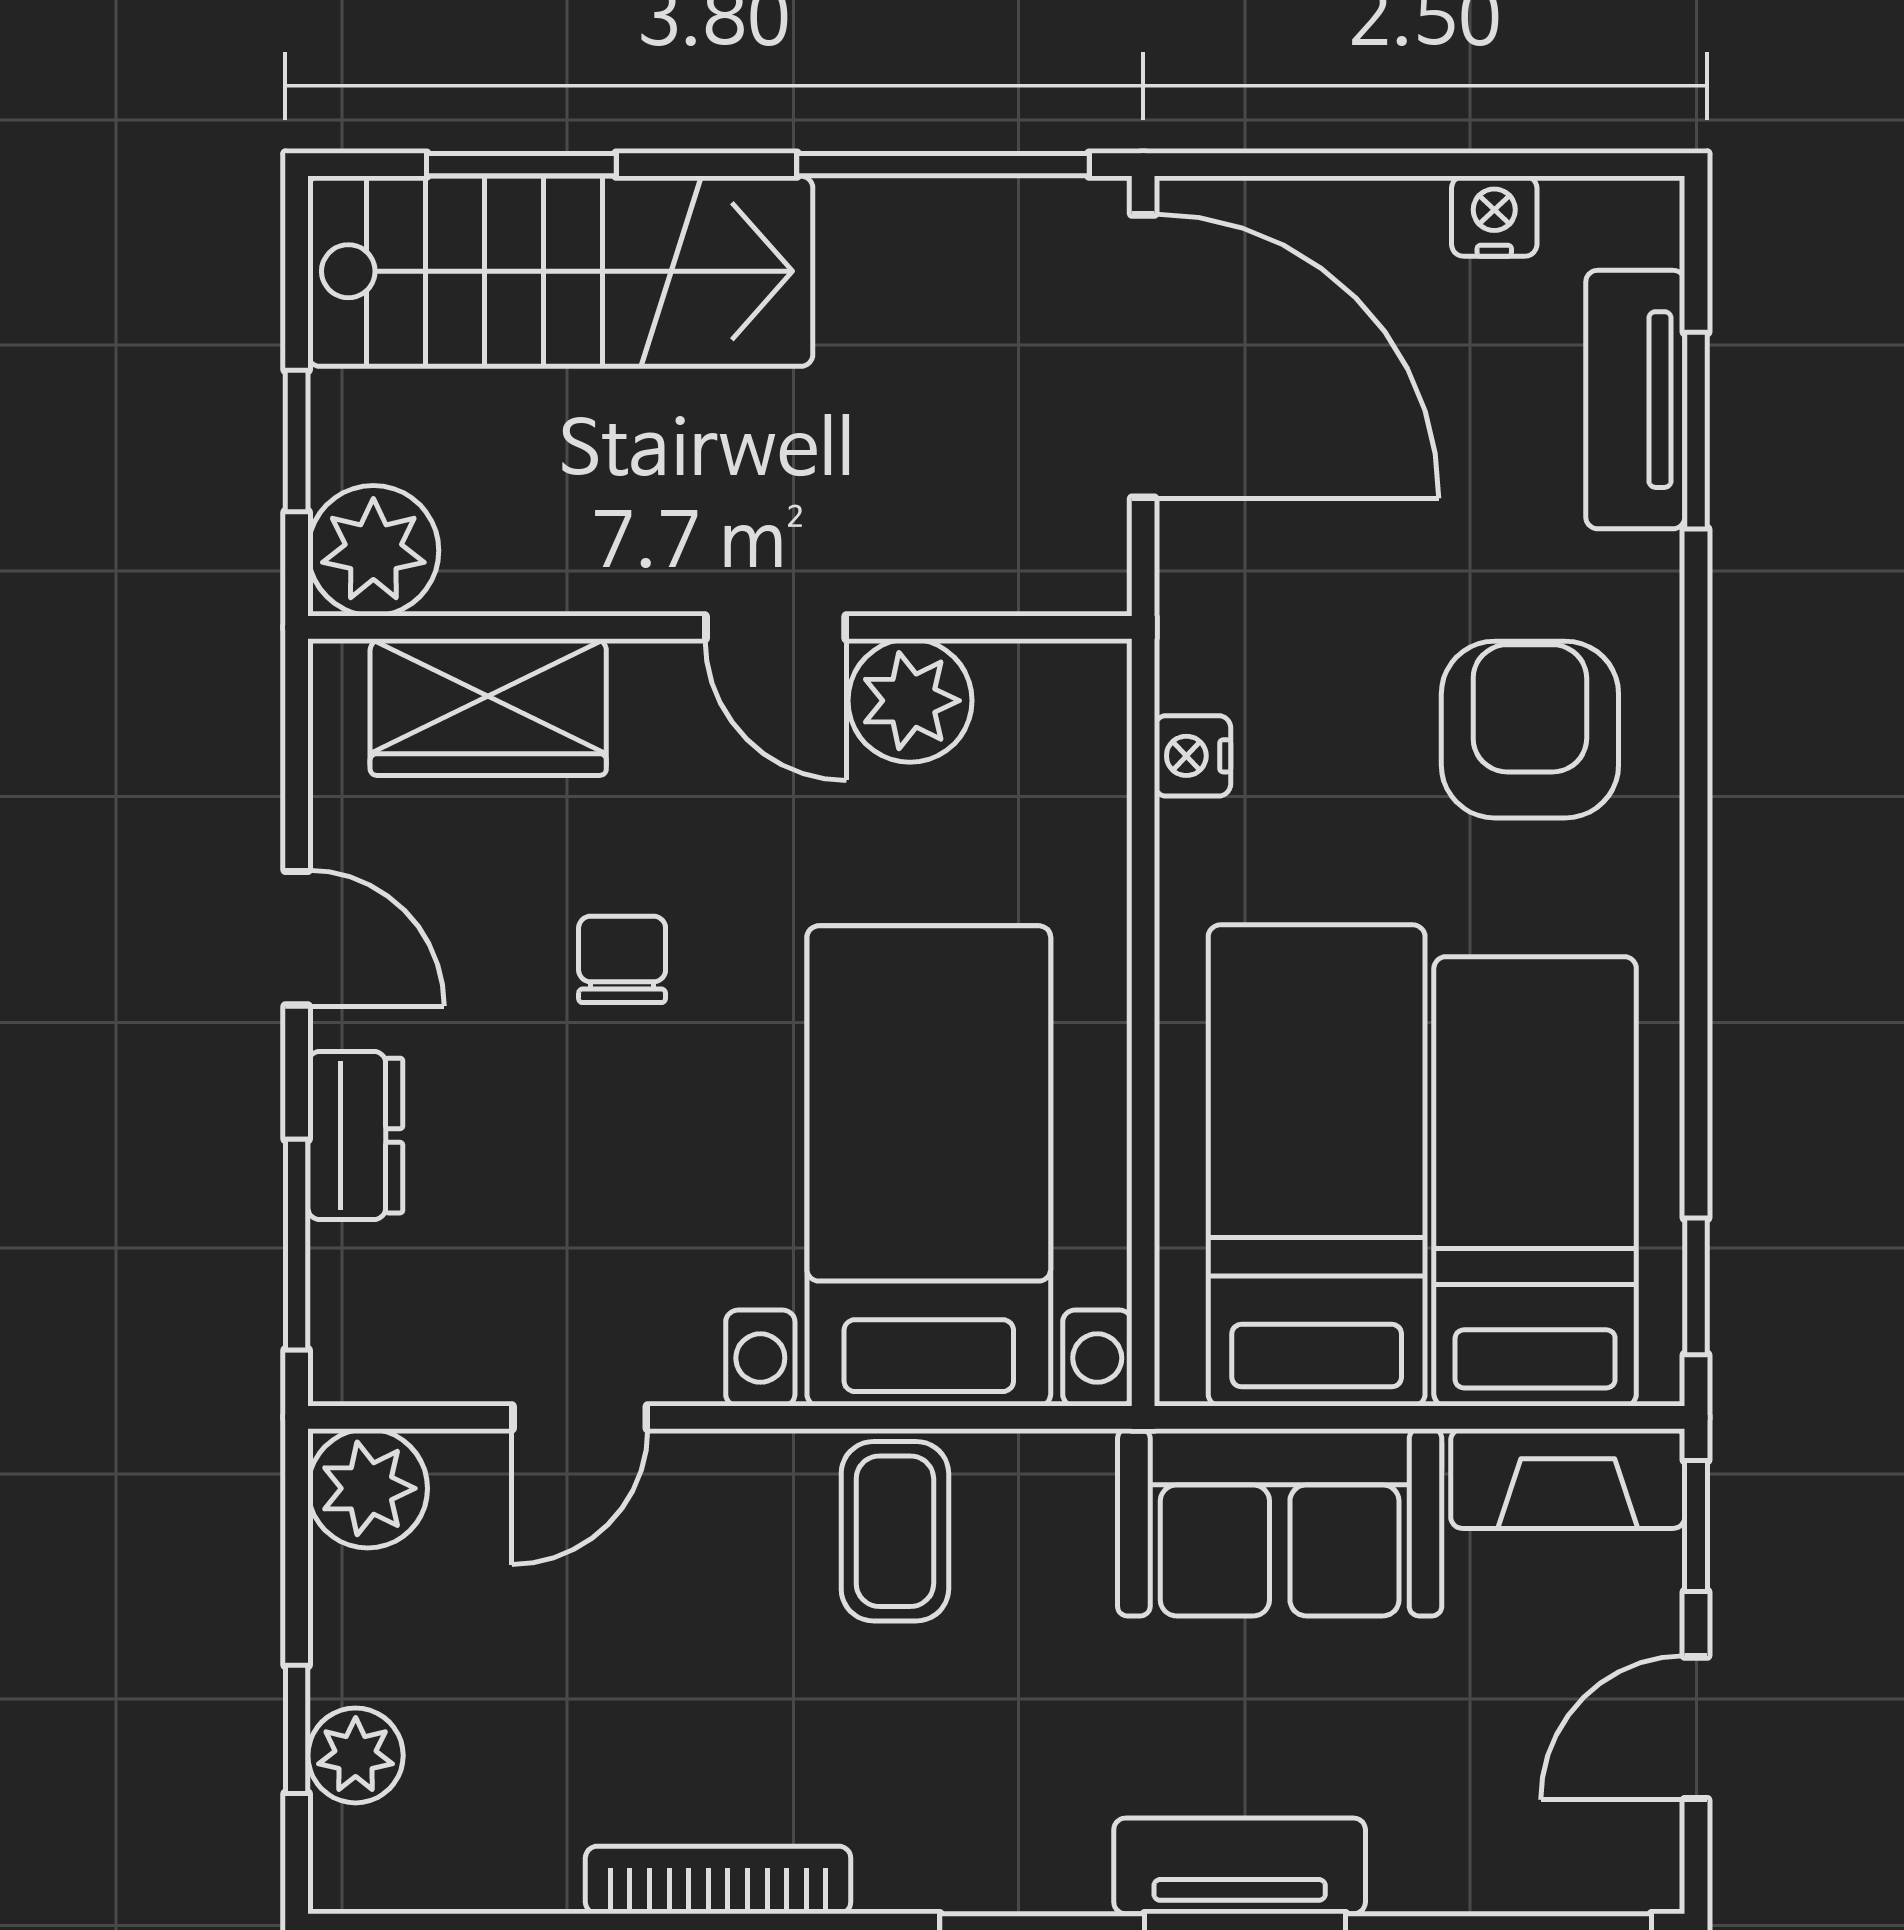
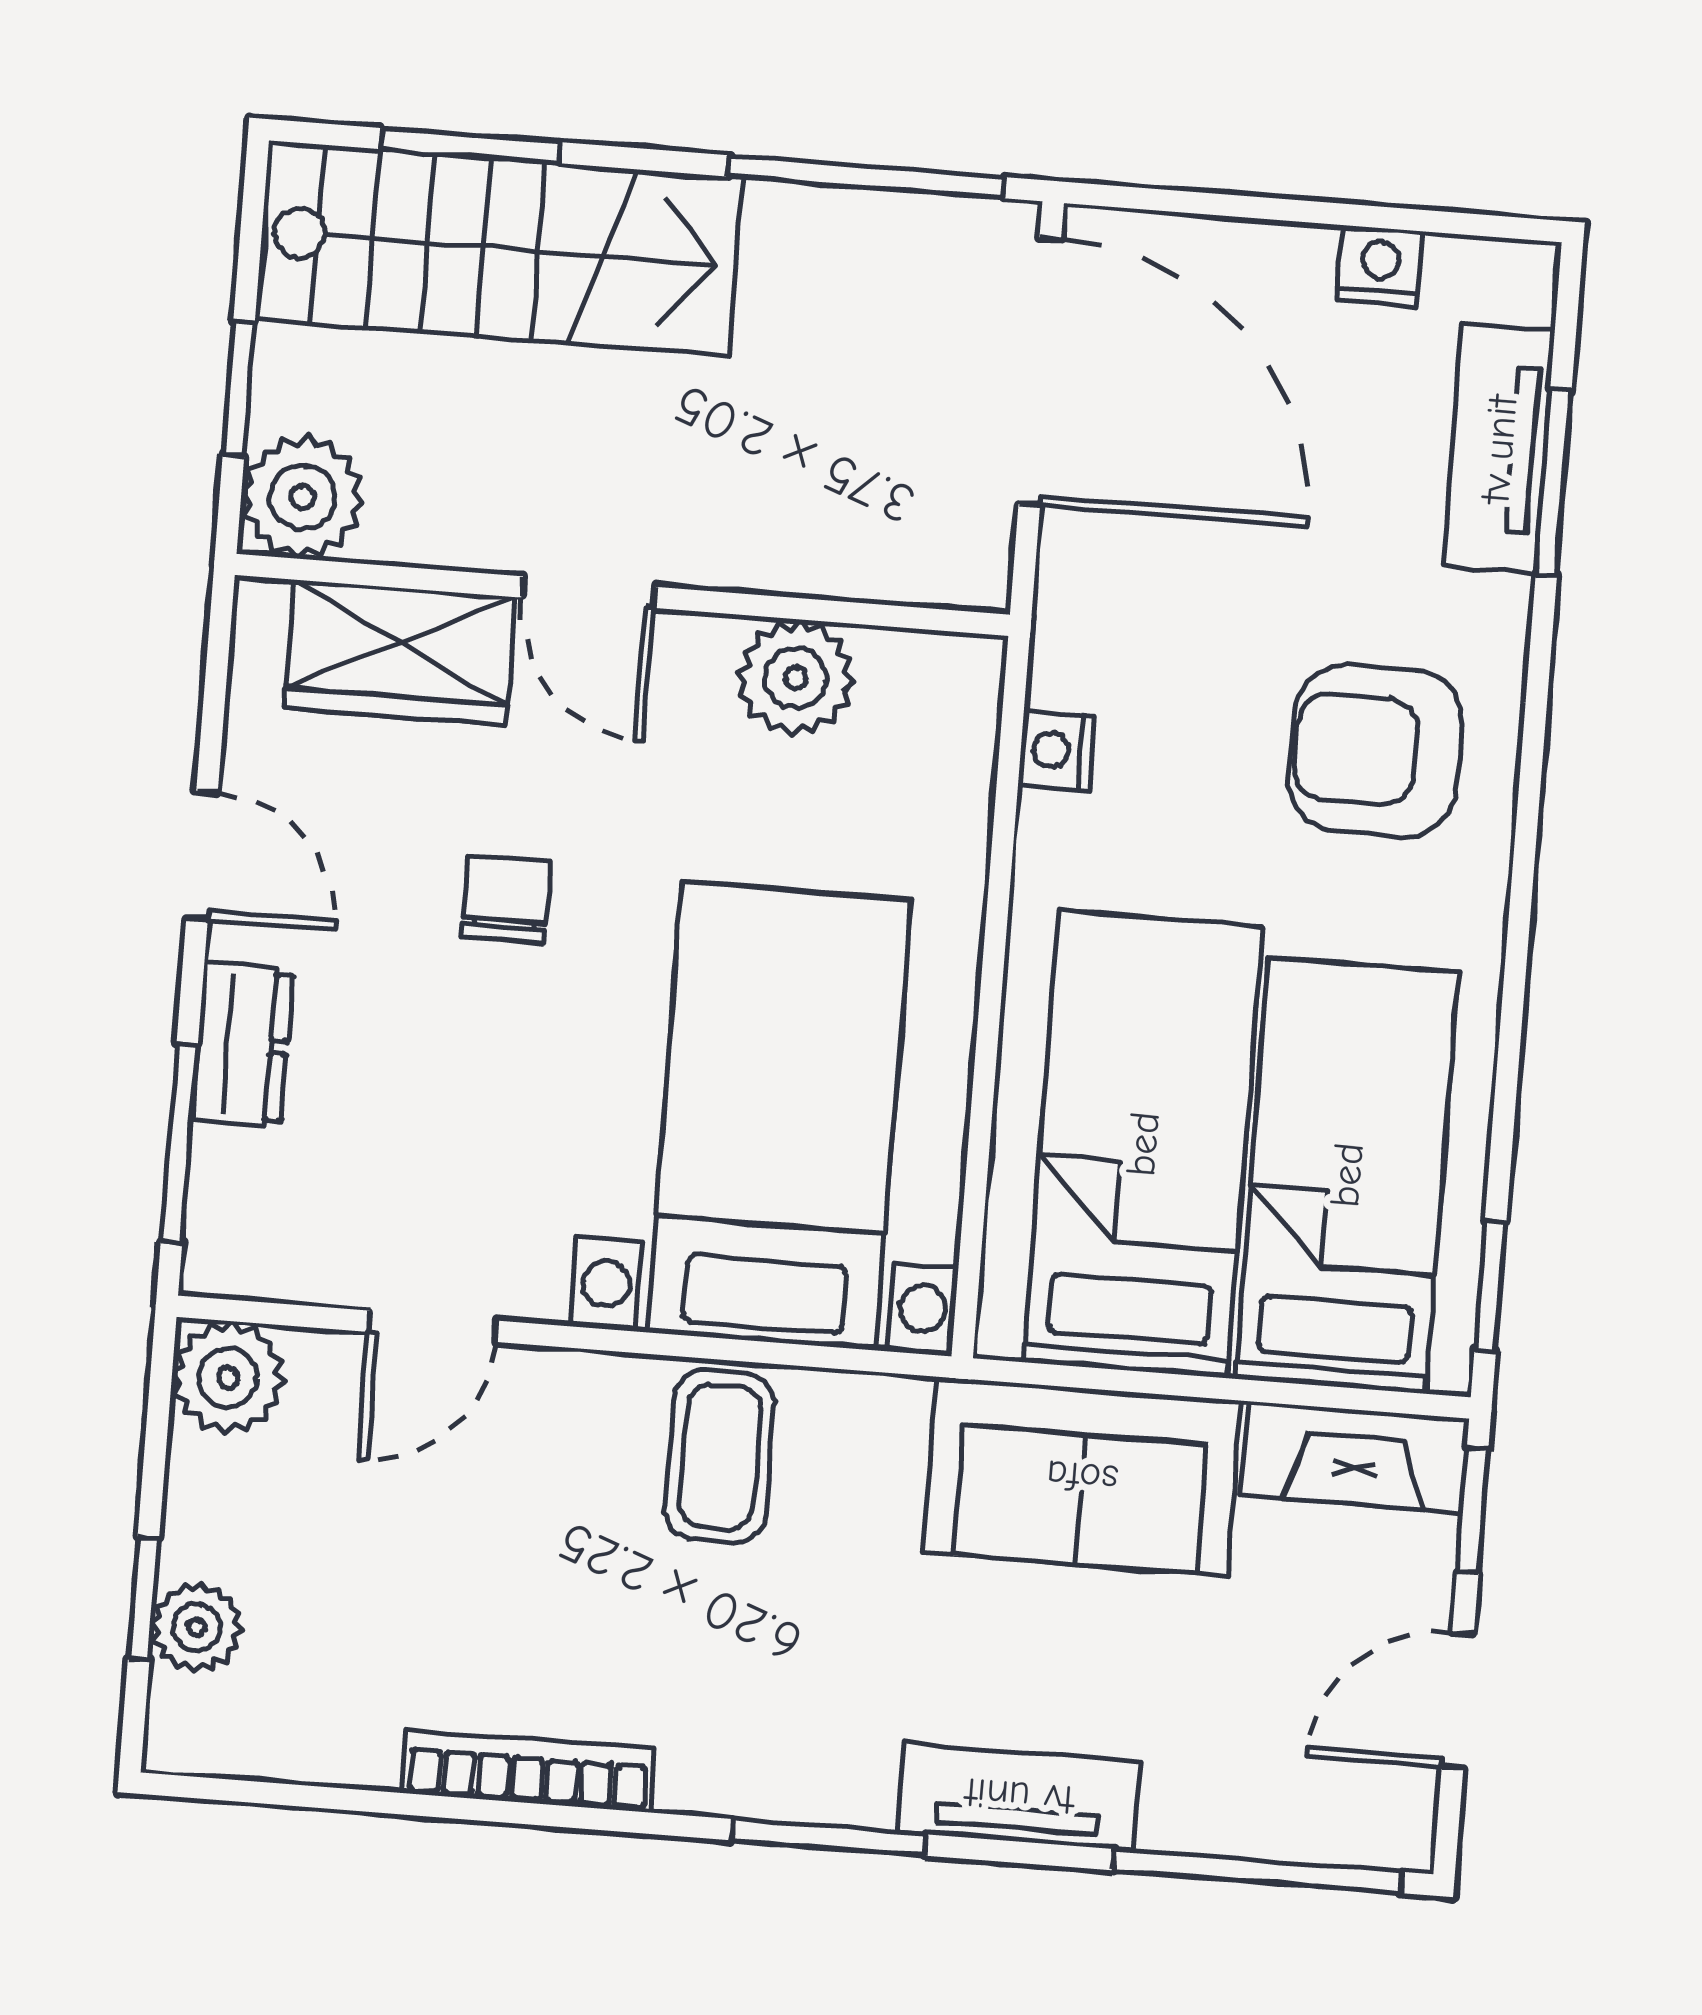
door: (776, 627) -> (588, 592), moved
armchair: (1530, 730) -> (1376, 751), turned -90

